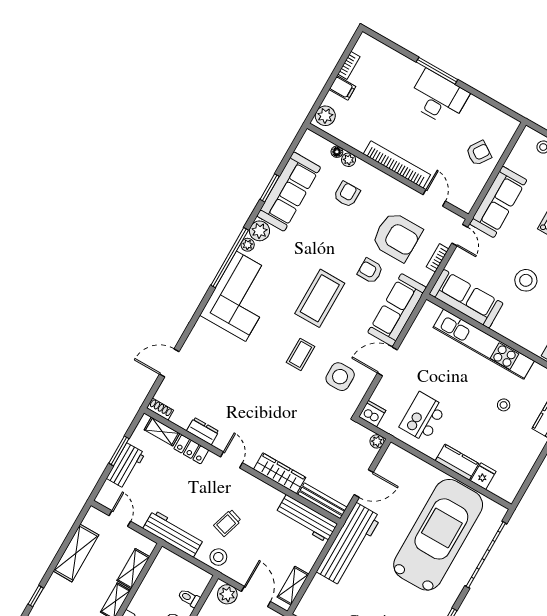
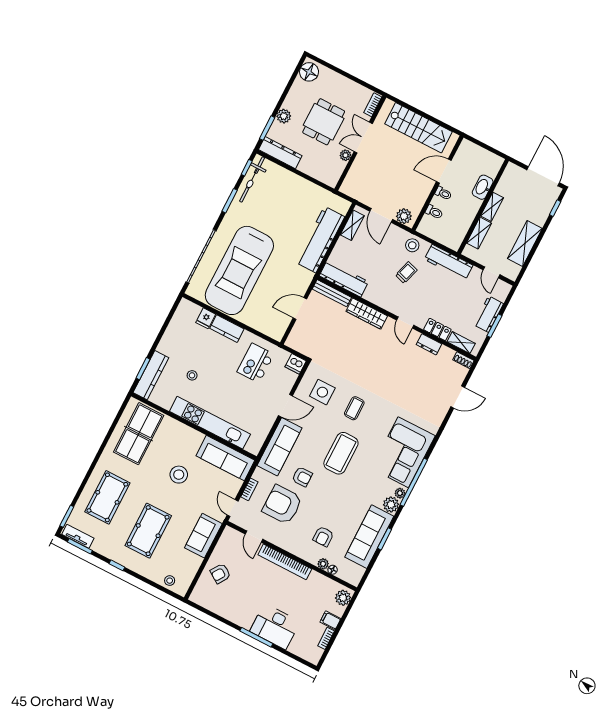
desk: (438, 98) -> (275, 626), moved
sofa: (498, 202) -> (203, 536), width x0.73
kitchen island: (423, 417) -> (256, 363), turned 180
plant: (377, 441) -> (291, 342), removed
workbench: (349, 544) -> (320, 239), moved

